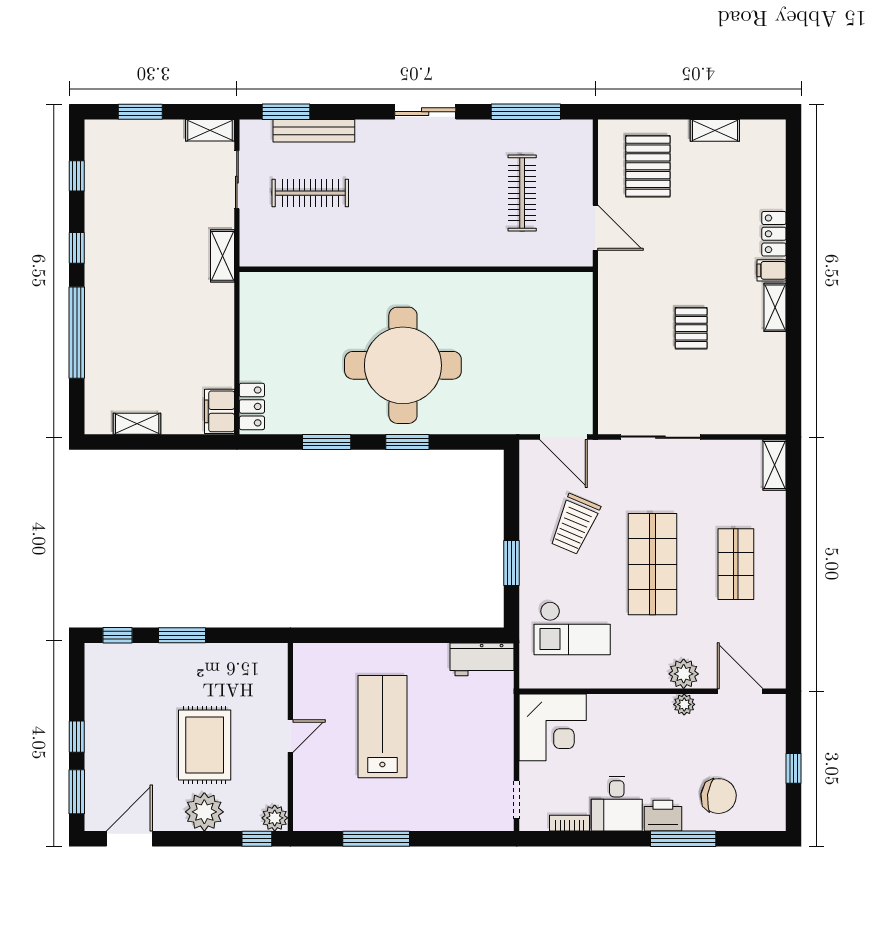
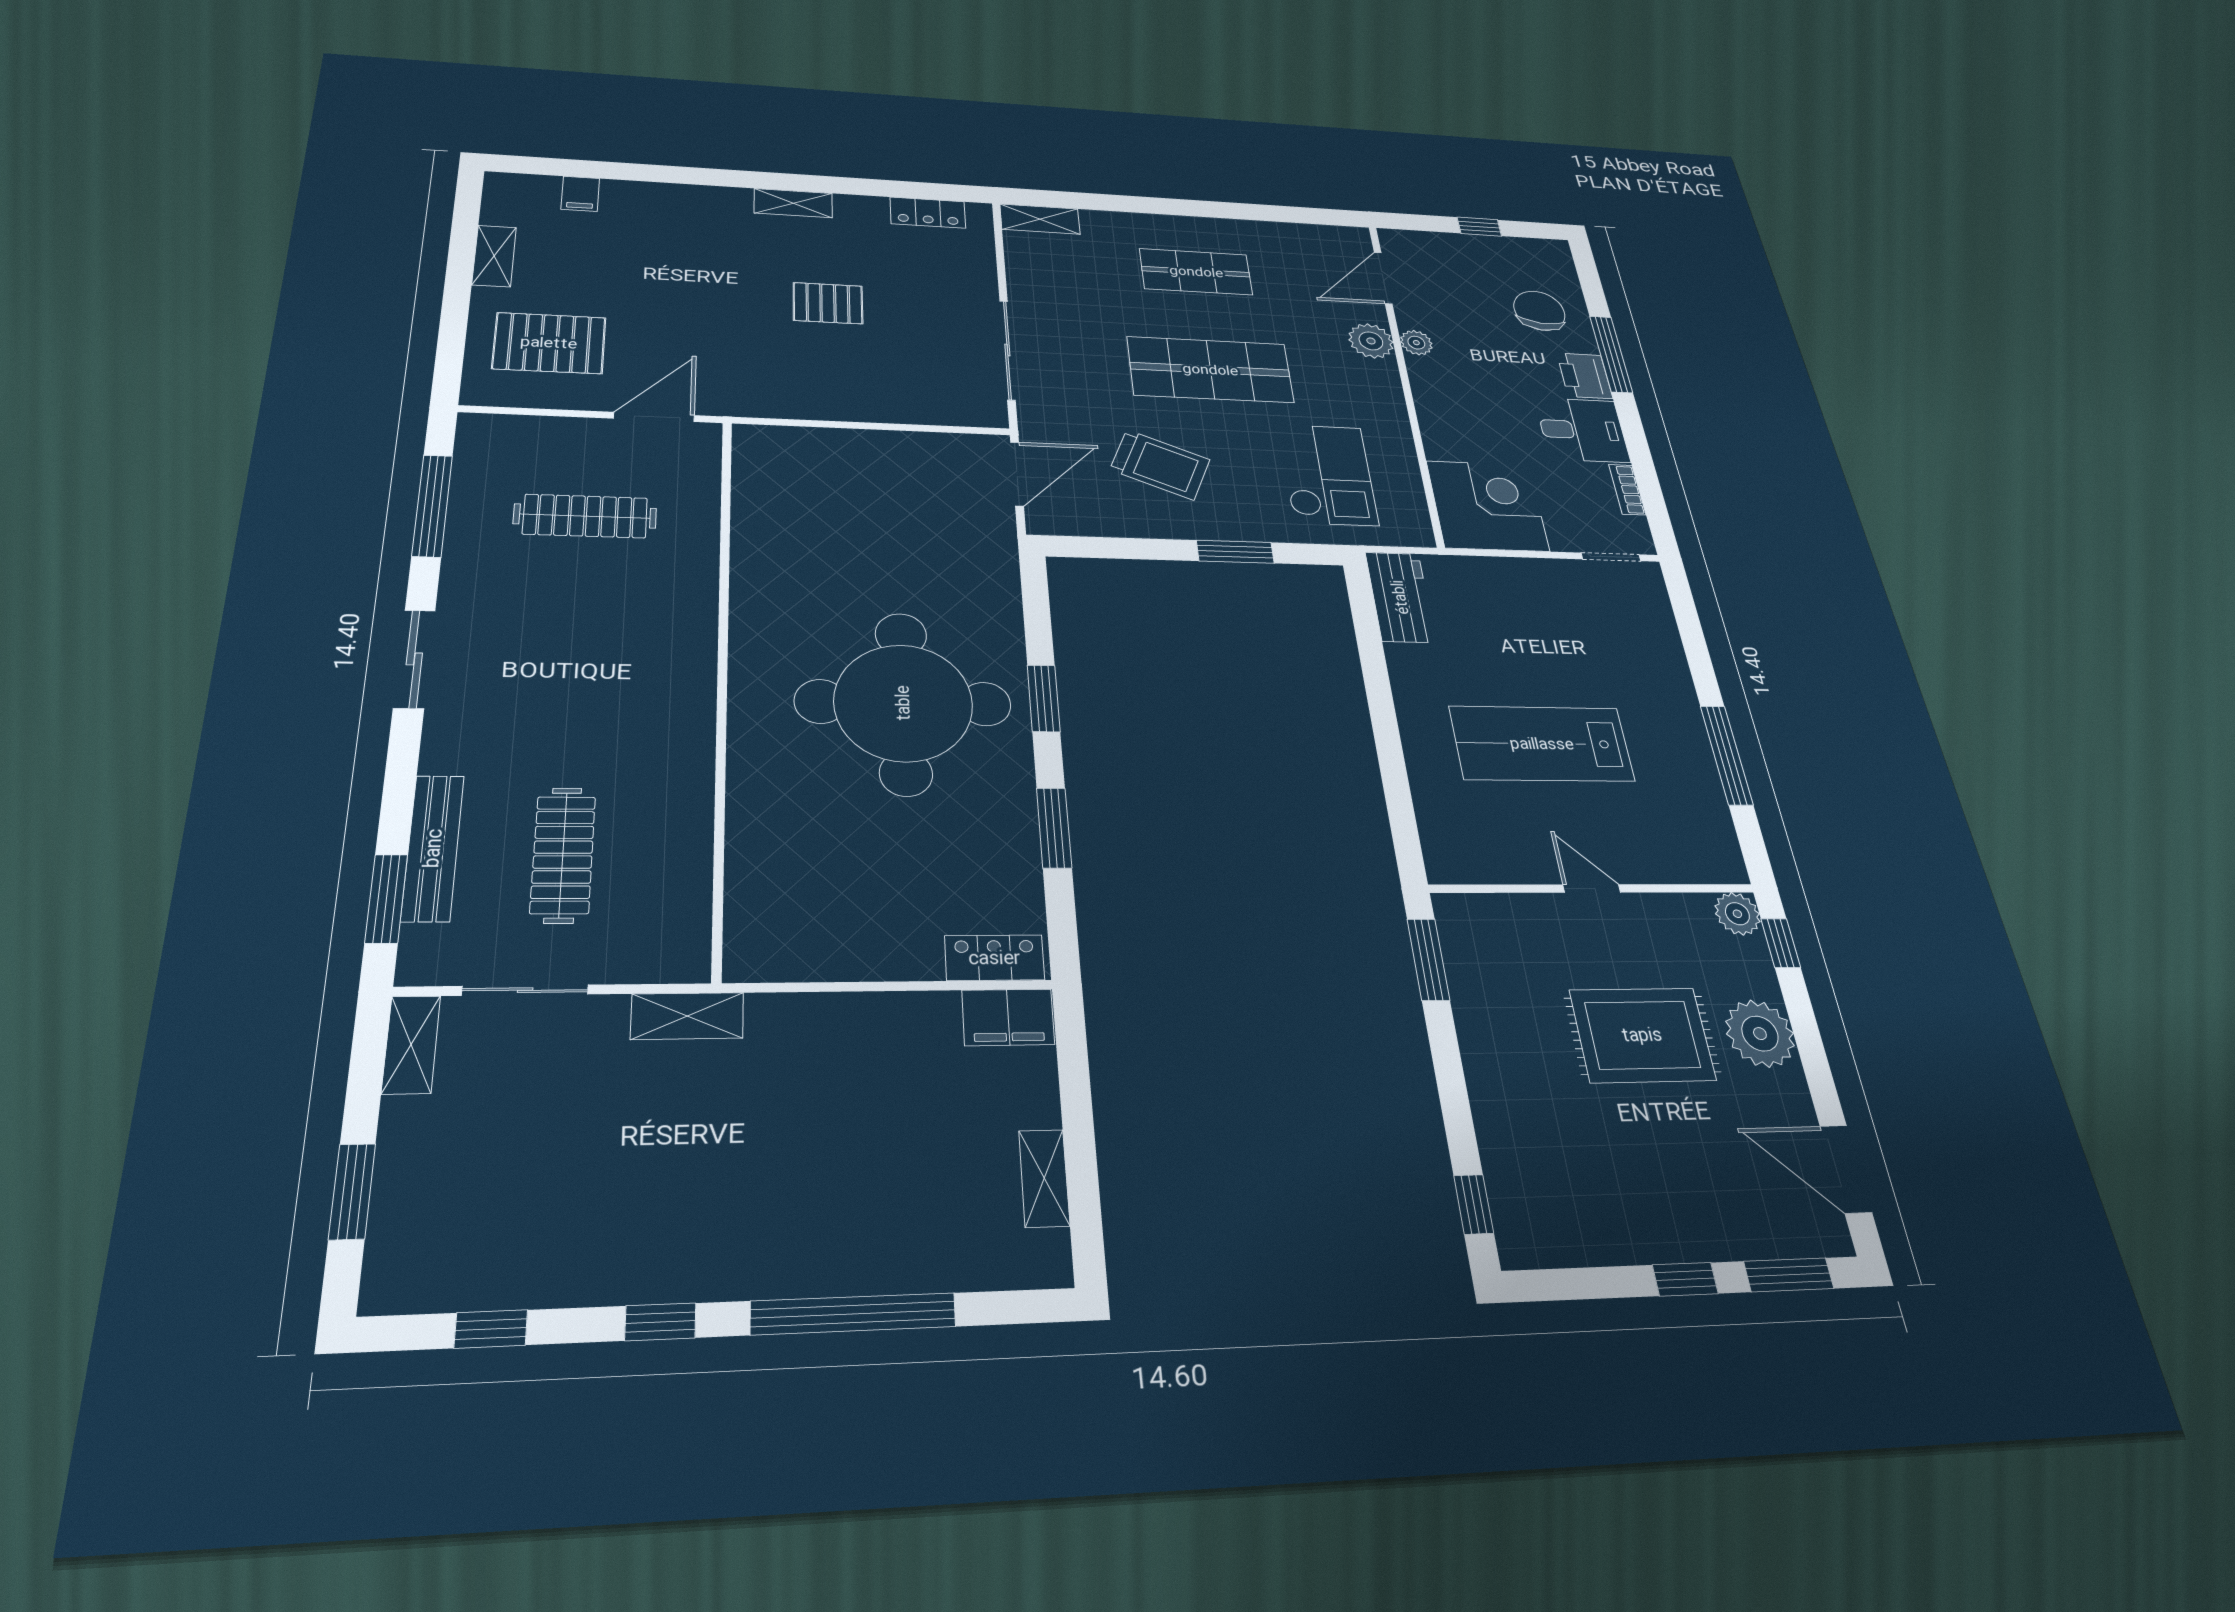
locker: (774, 234) -> (928, 213), moved
filing cabinet: (772, 270) -> (580, 194), moved
window: (182, 635) -> (1428, 960), moved

